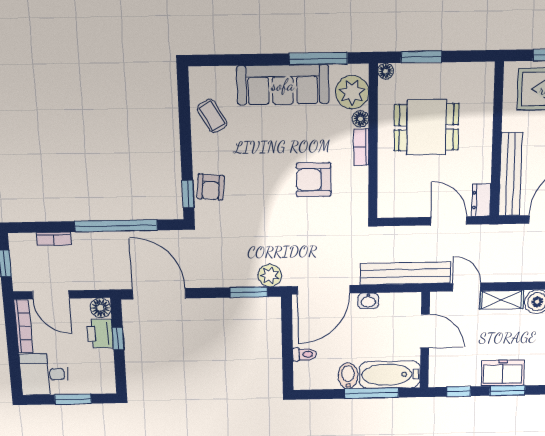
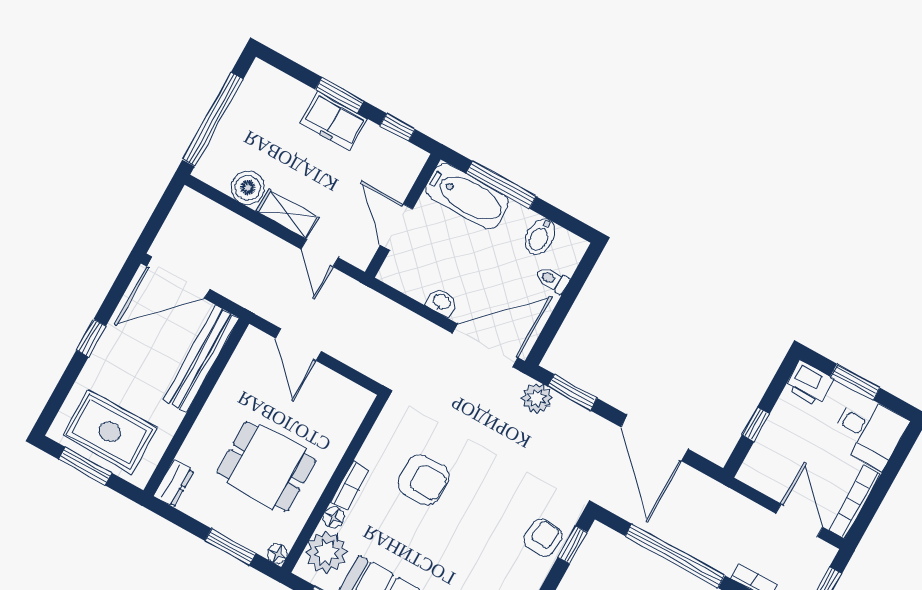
dresser: (481, 200) -> (174, 483), moved
bench: (405, 273) -> (381, 311), removed
door: (159, 294) -> (654, 438), moved
floor lamp: (101, 308) -> (753, 472), removed
printer: (100, 334) -> (809, 384), moved, turned 90
bidet: (348, 376) -> (540, 236), moved

